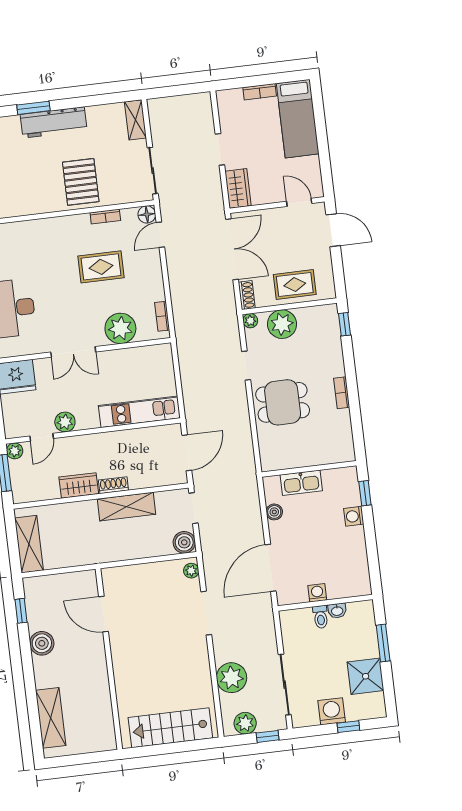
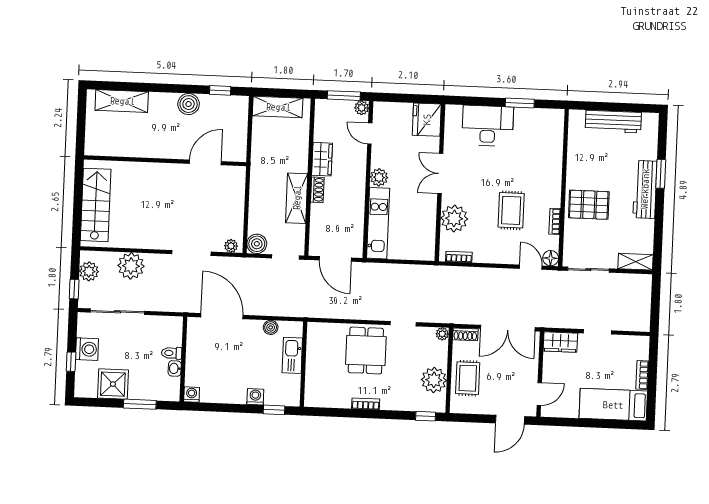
plant: (282, 324) -> (434, 380), moved
plant: (65, 422) -> (379, 177), moved
washing machine: (317, 593) -> (192, 395), moved, turned -90

